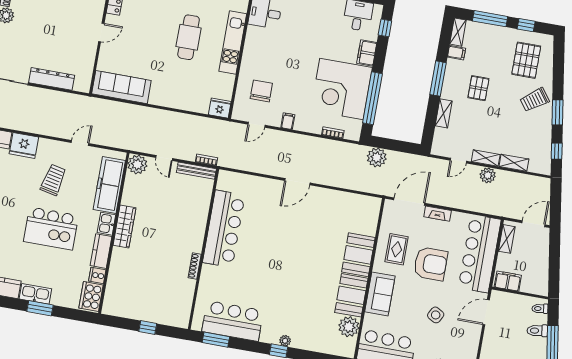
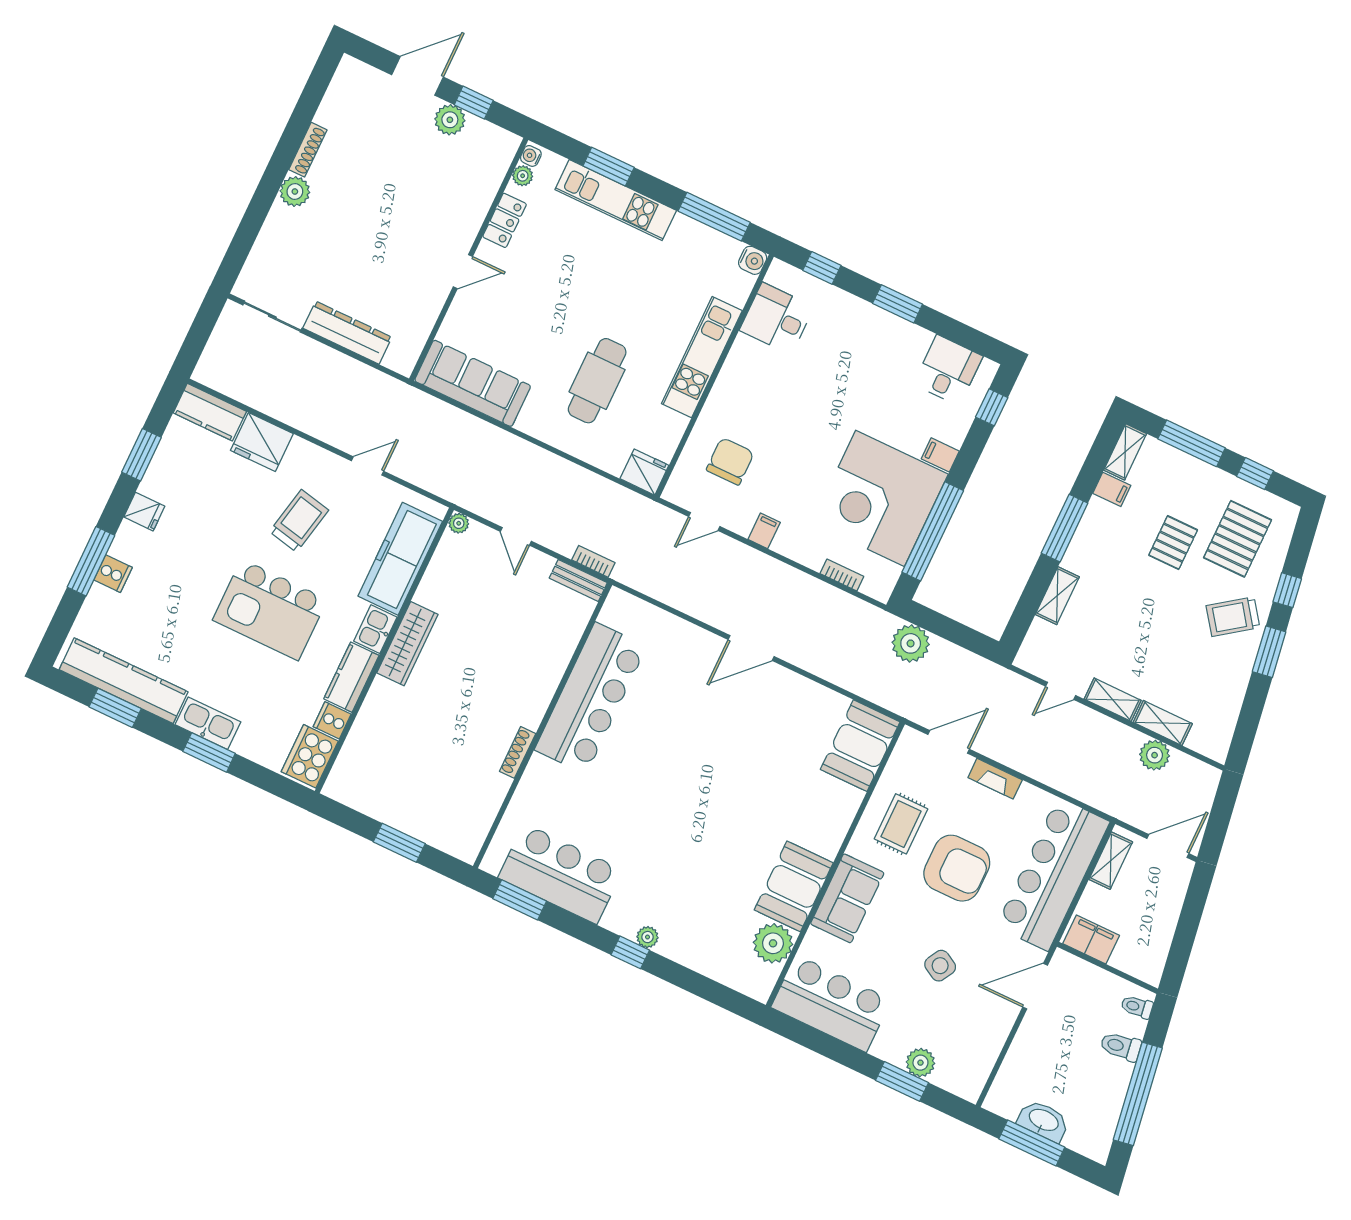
cafe table: (189, 37) -> (597, 381), moved
filing cabinet: (367, 53) -> (940, 455), width x0.50
pallet: (478, 88) -> (1173, 543), moved
window: (557, 151) -> (1287, 590), moved
plant: (137, 164) -> (459, 523), width x0.53, depth x0.53
bench: (196, 171) -> (578, 580), width x0.73
plant: (488, 175) -> (1155, 755), moved
door: (409, 202) -> (949, 742), width x0.73
booth: (358, 255) -> (860, 746), moved
window: (148, 327) -> (399, 843), width x1.50

